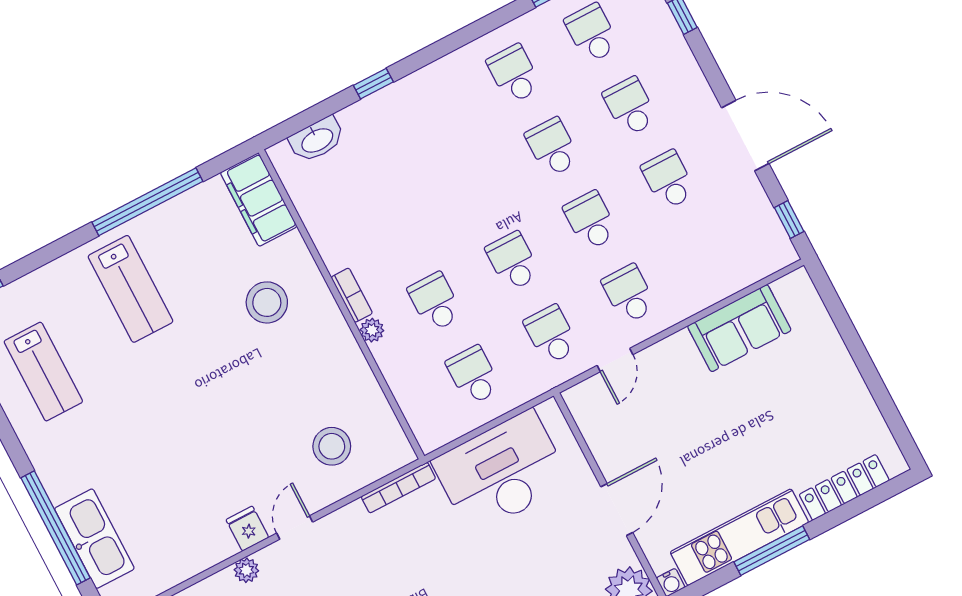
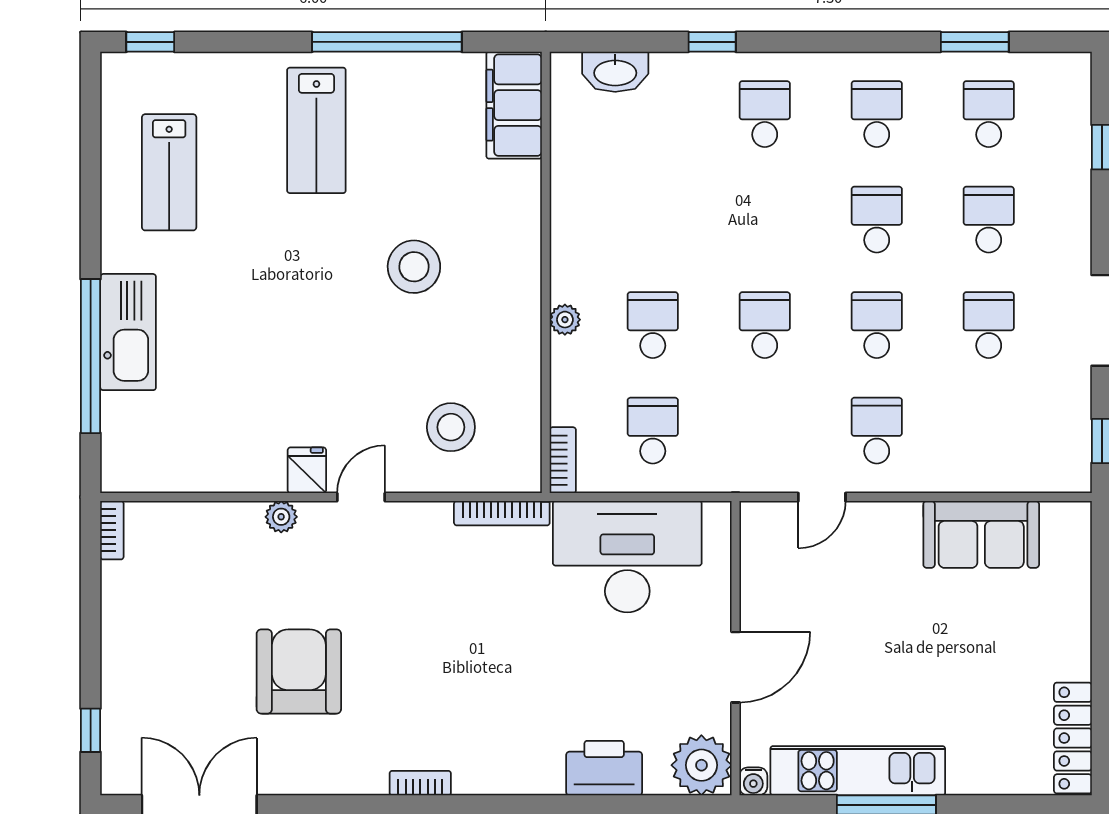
bookcase: (352, 295) -> (563, 460), moved
stool: (267, 302) -> (414, 267), moved
school desk: (551, 335) -> (765, 114), moved
locker: (844, 487) -> (1073, 738), moved, turned -90
kitchen sink: (94, 539) -> (128, 332), moved

